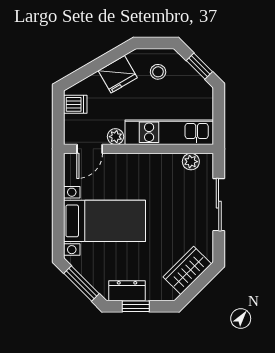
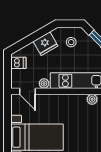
door: (90, 149) -> (28, 91), hinge flipped

